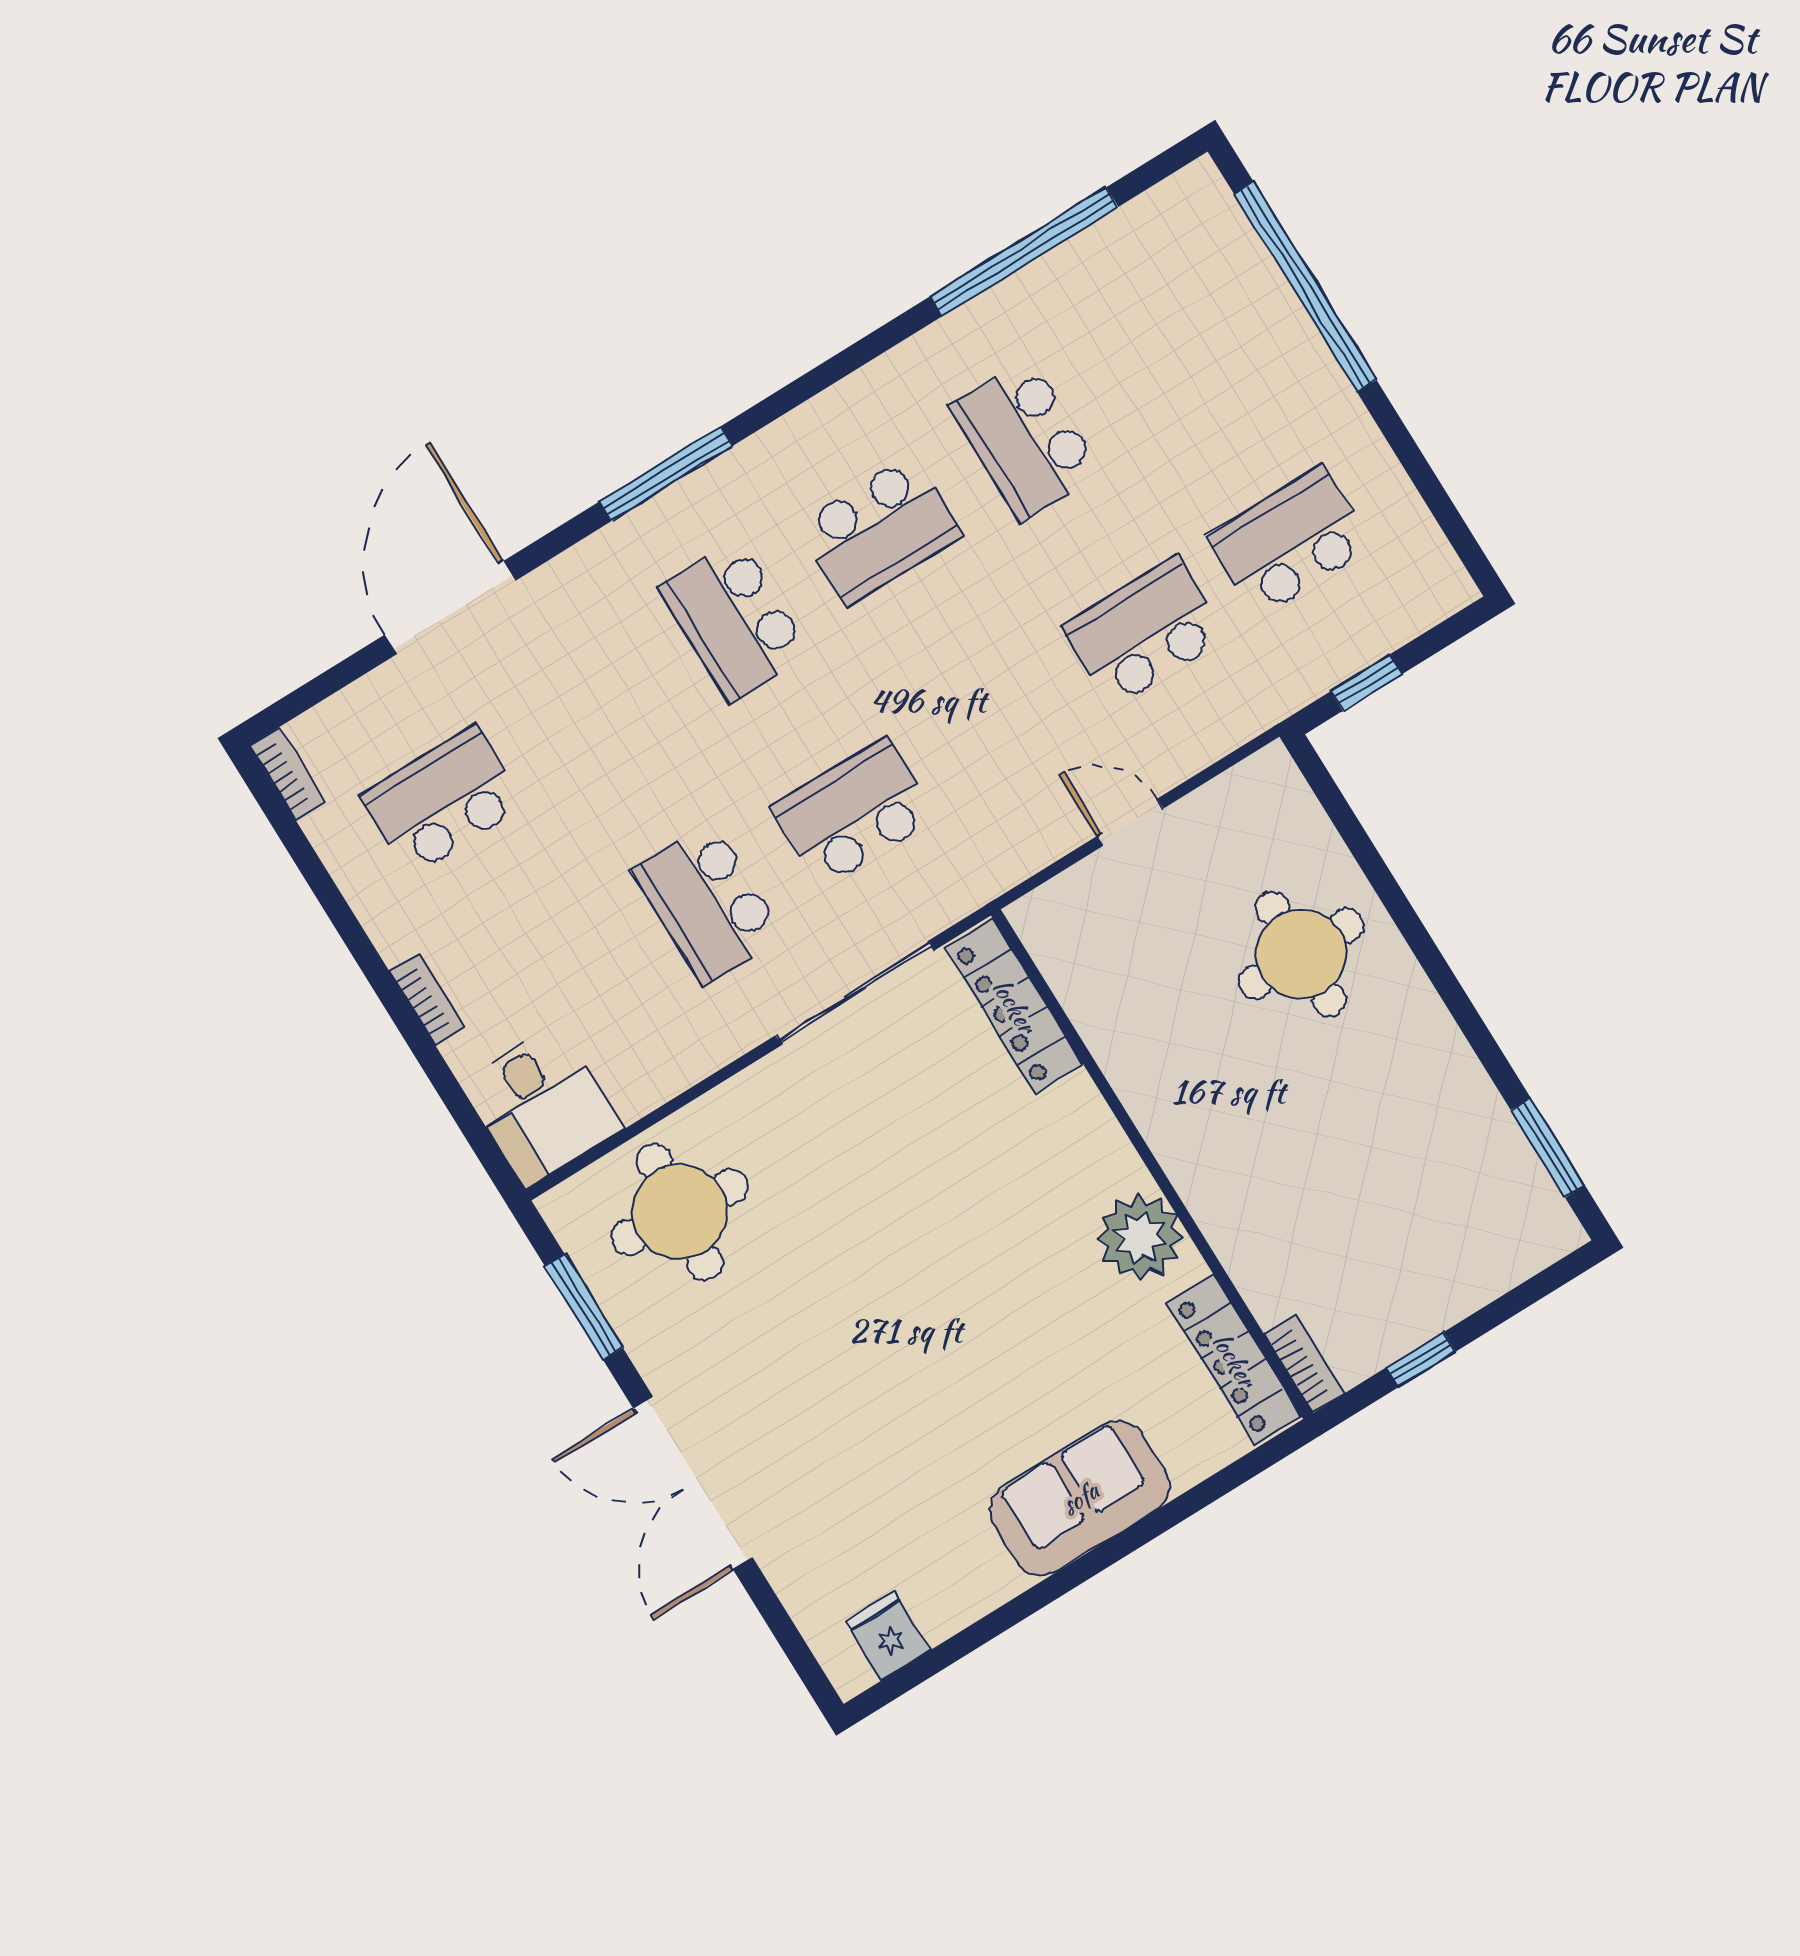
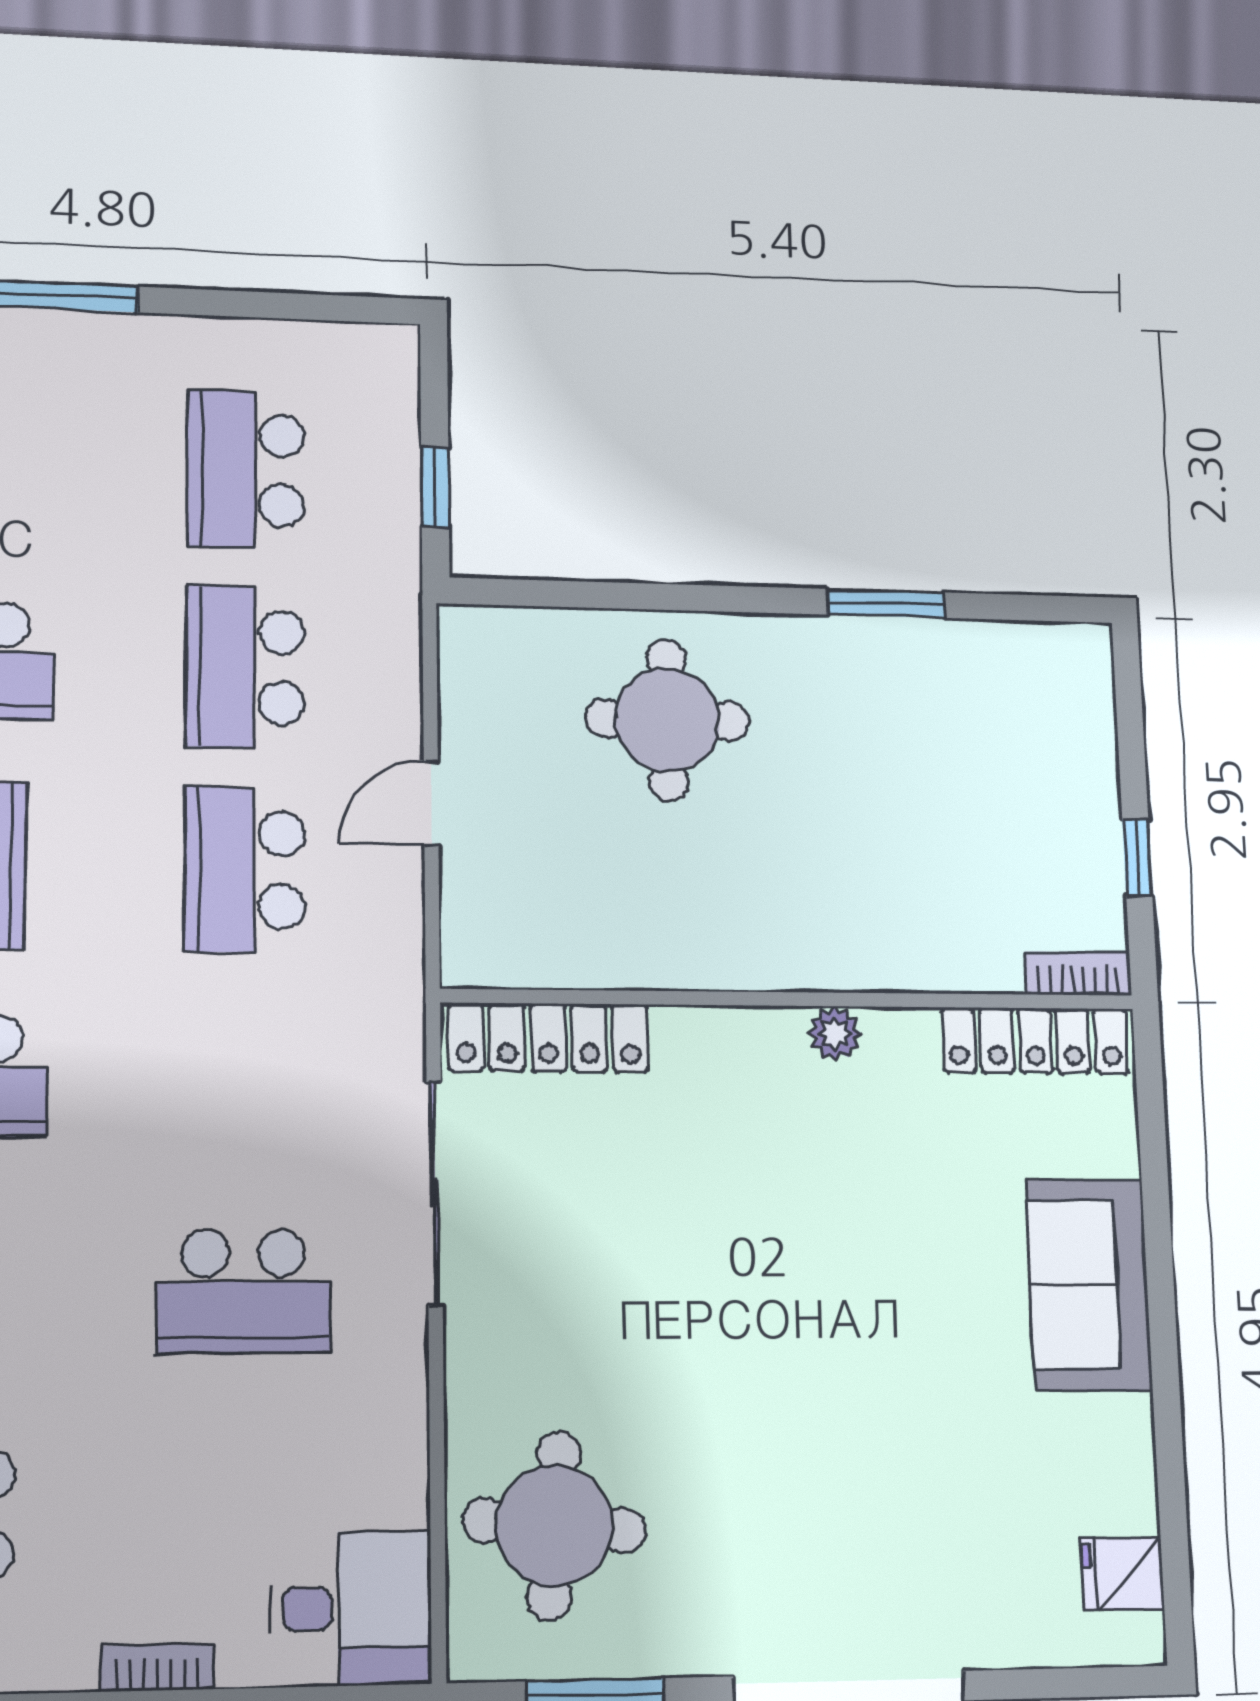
school desk: (853, 812) -> (245, 870), moved
window: (1548, 1148) -> (886, 603), moved
plant: (1140, 1237) -> (835, 1033), width x0.53, depth x0.53

